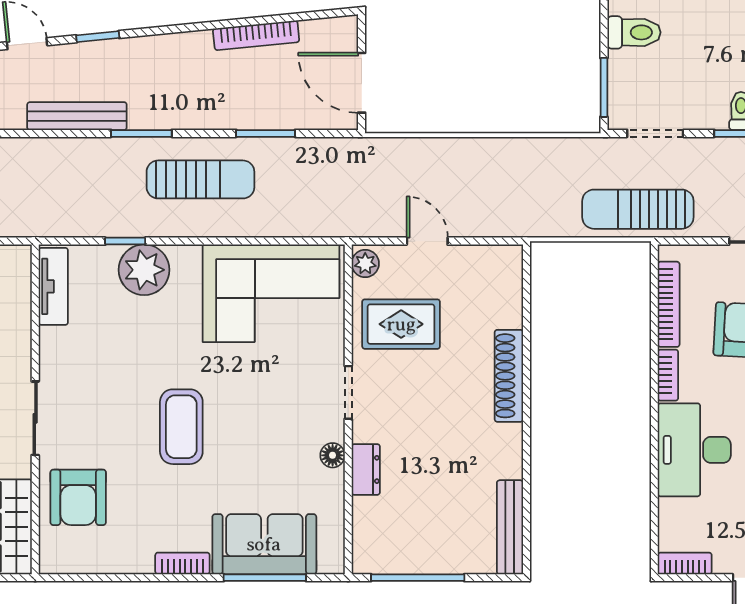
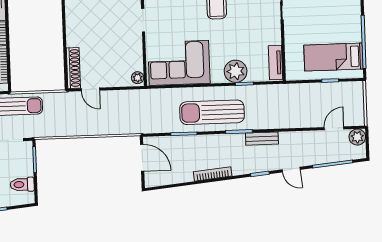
bookcase: (256, 35) -> (213, 174), moved
bench: (77, 116) -> (262, 139), width x0.73
sun lounger: (200, 179) -> (212, 112), width x1.36, depth x1.34
door: (427, 241) -> (90, 89), moved
rug: (401, 324) -> (121, 51), removed
shoe rack: (509, 376) -> (73, 68), moved

